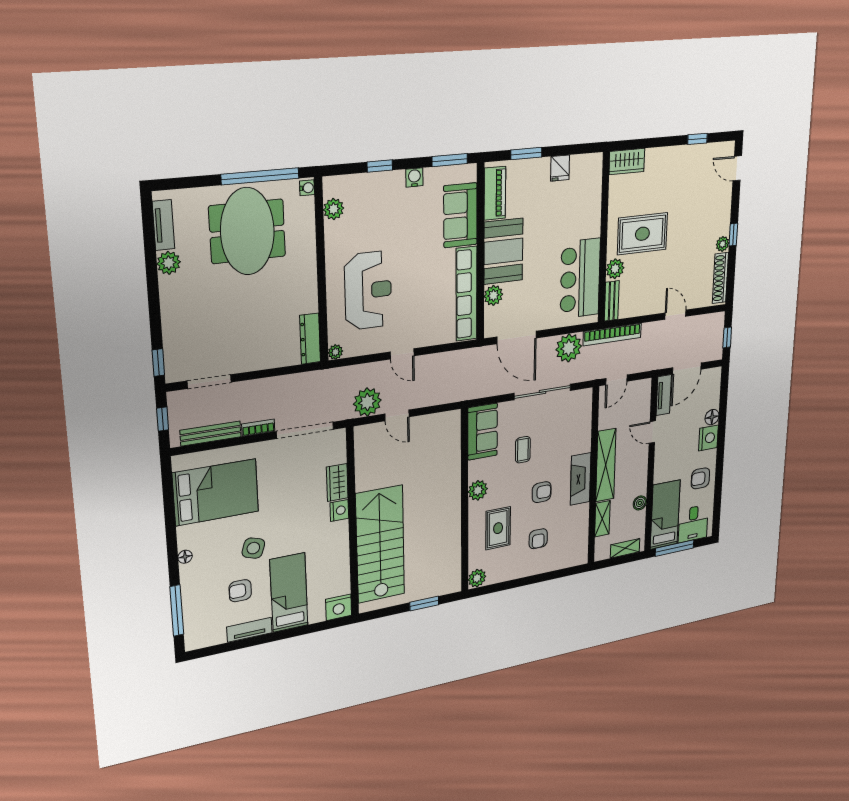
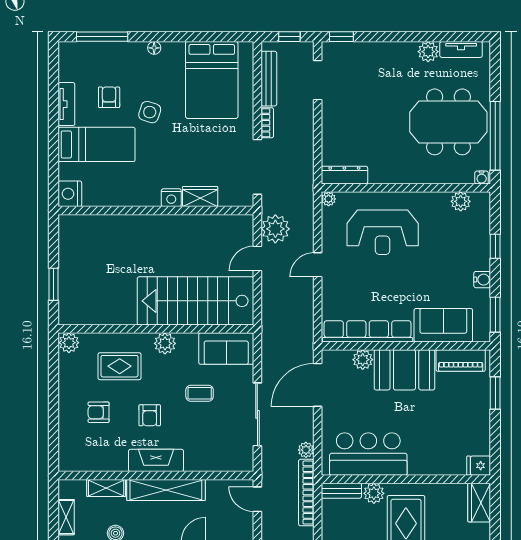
fridge: (560, 168) -> (479, 466), moved
plant: (569, 348) -> (306, 450), width x0.53, depth x0.53
stairs: (380, 544) -> (195, 301), moved, turned 180

